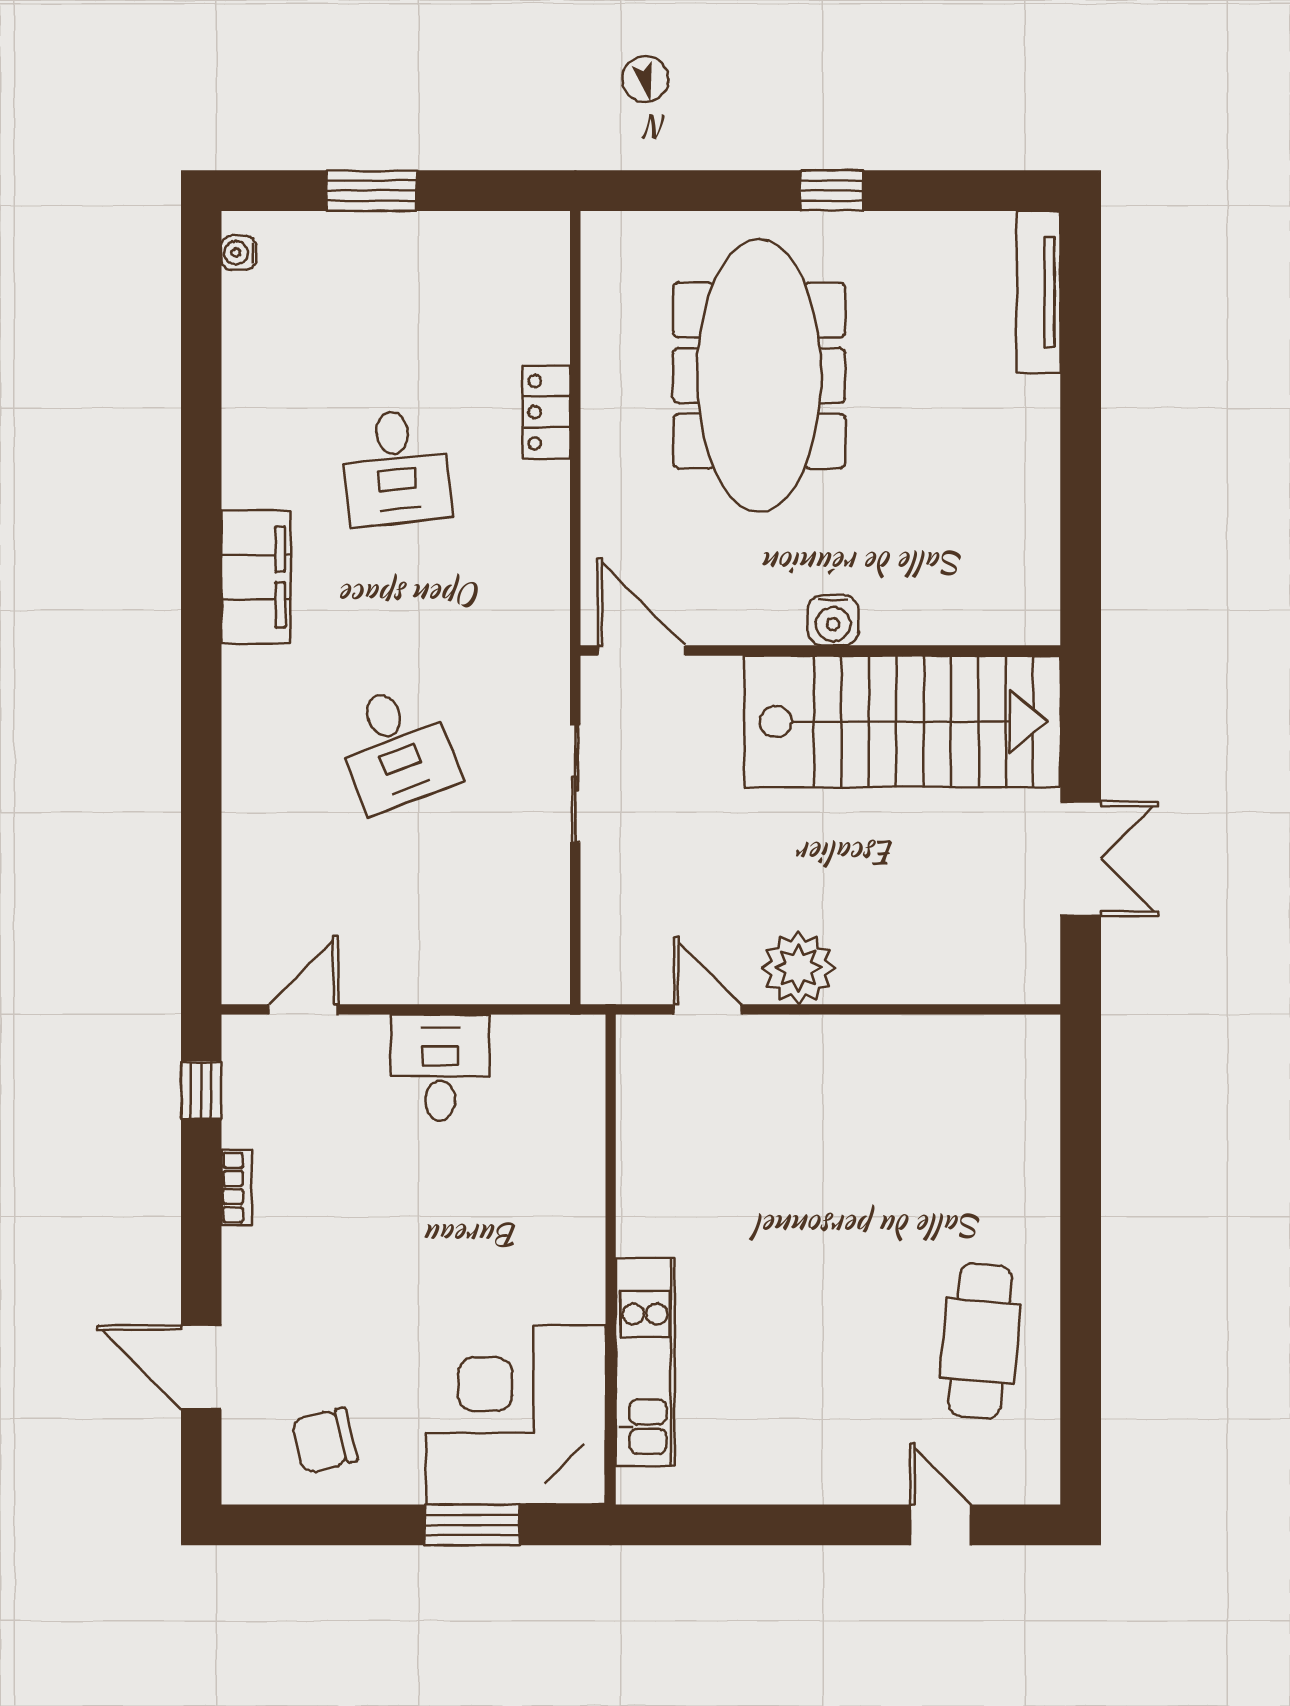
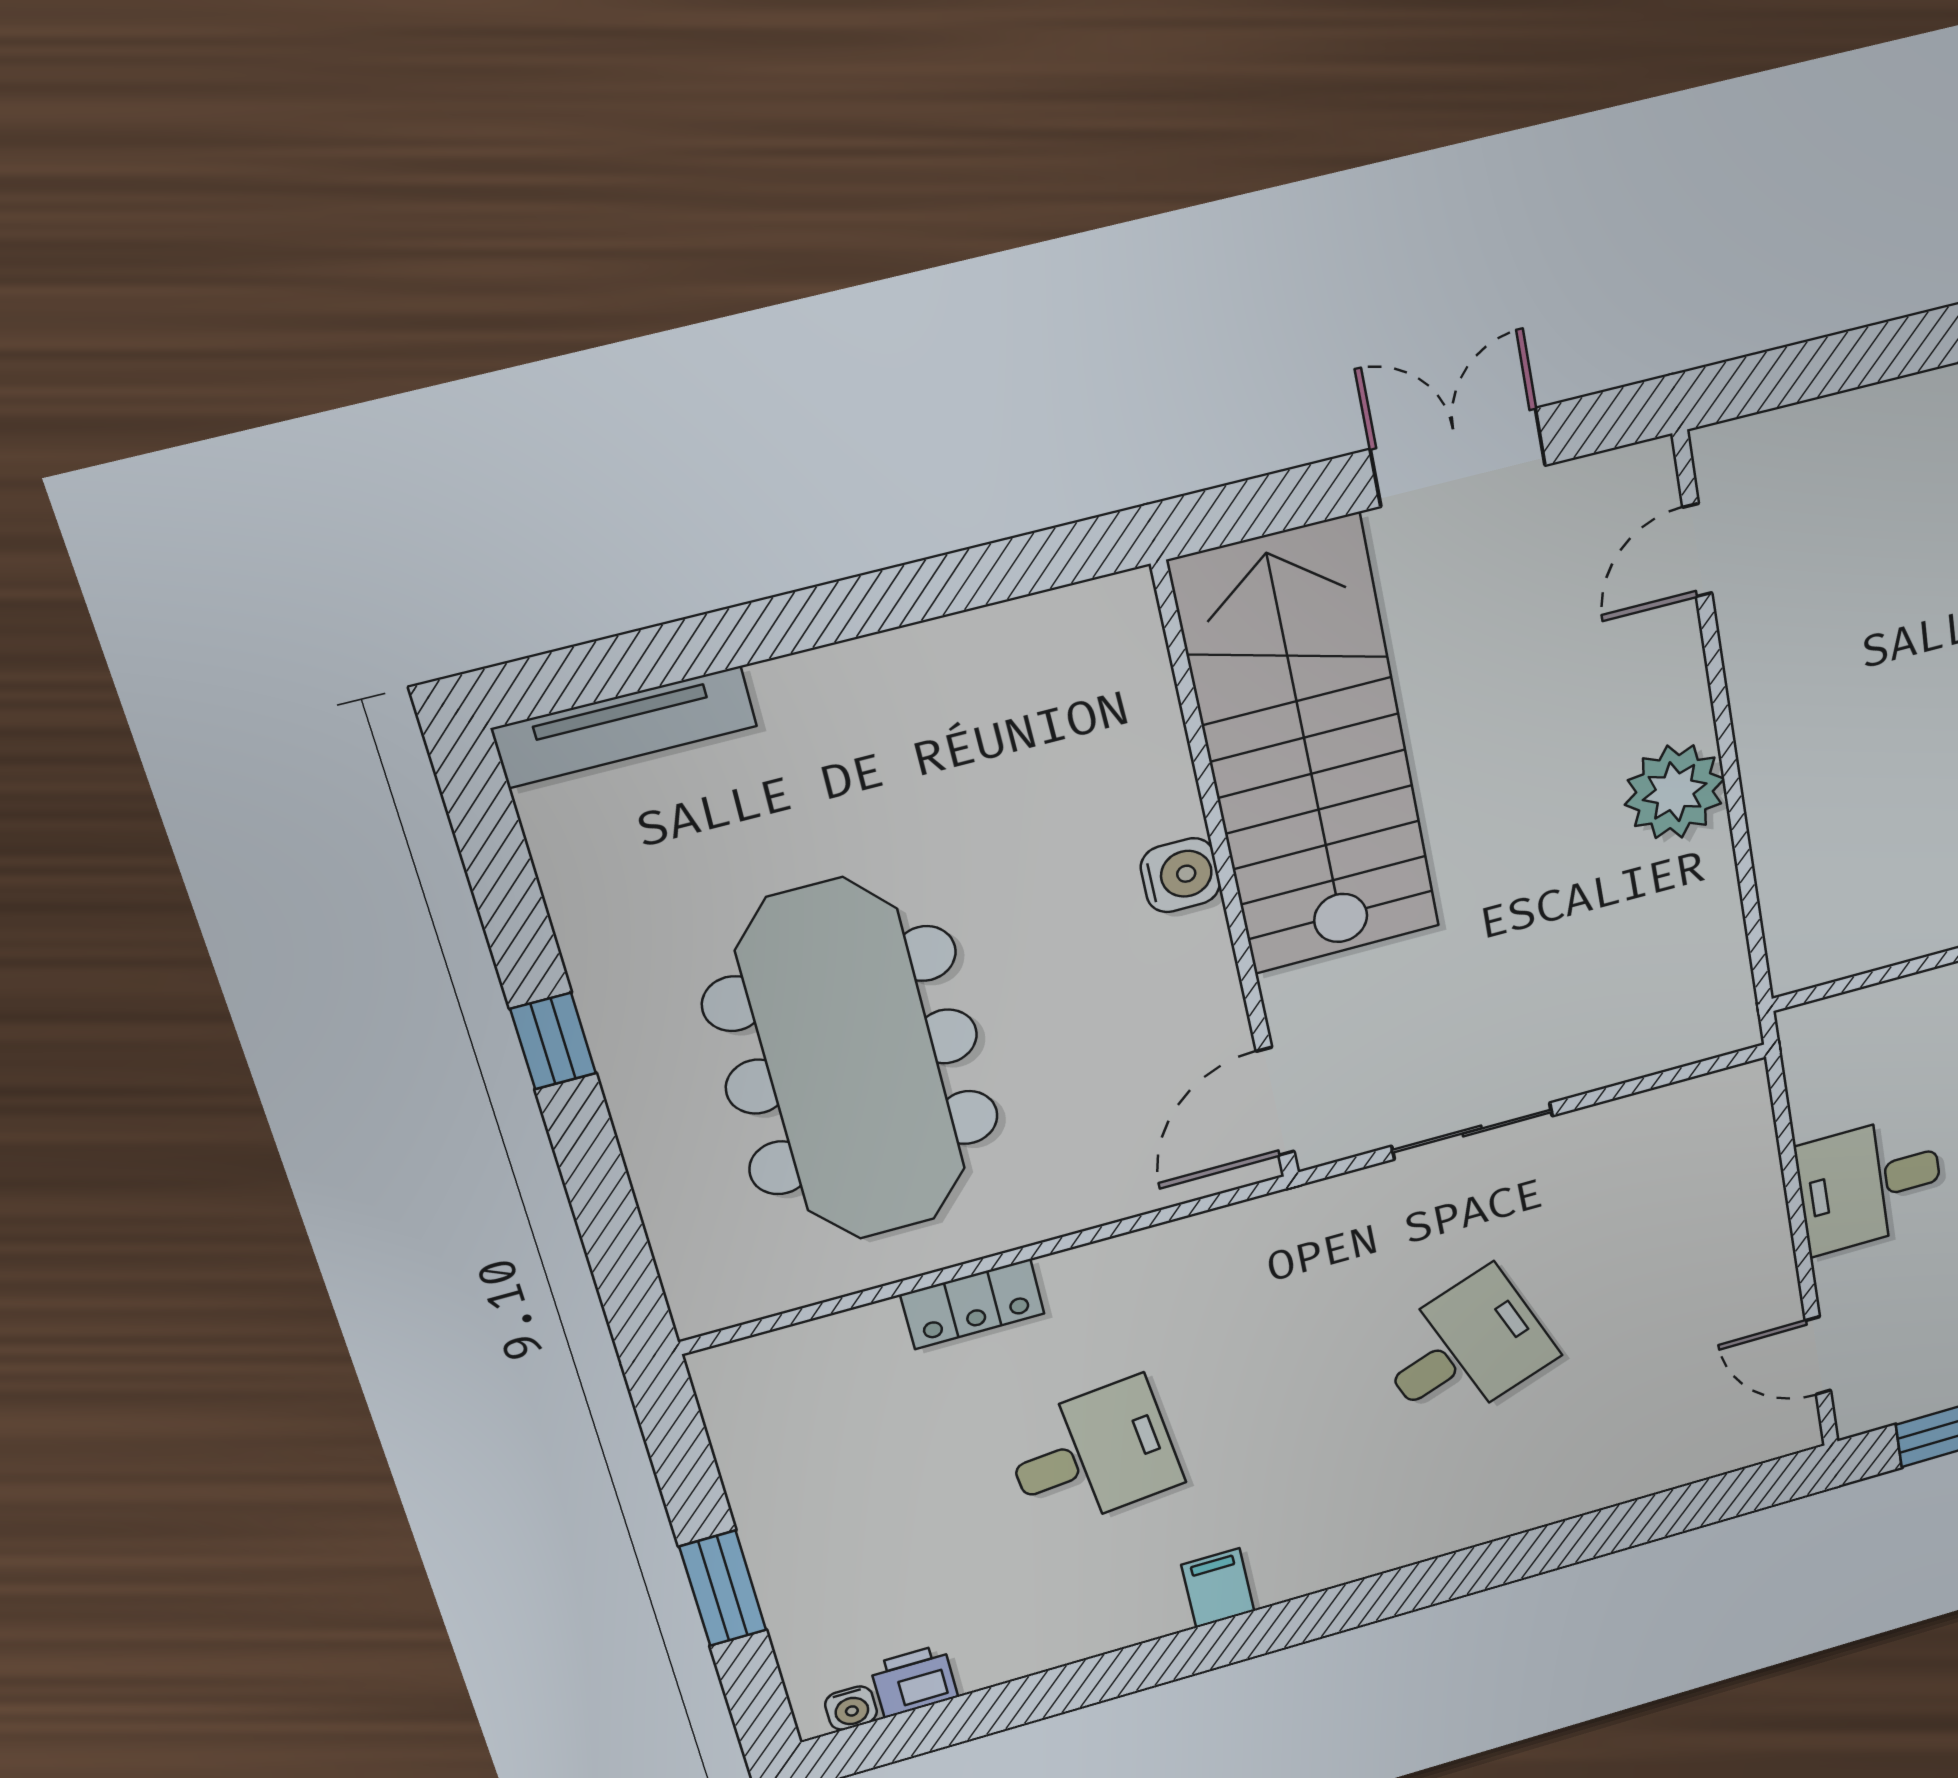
printer: (247, 302) -> (914, 1681), added
meeting table: (759, 376) -> (852, 1061), turned 90
filing cabinet: (256, 577) -> (1218, 1588), width x0.33, depth x0.86
door: (708, 1009) -> (1697, 550), moved

